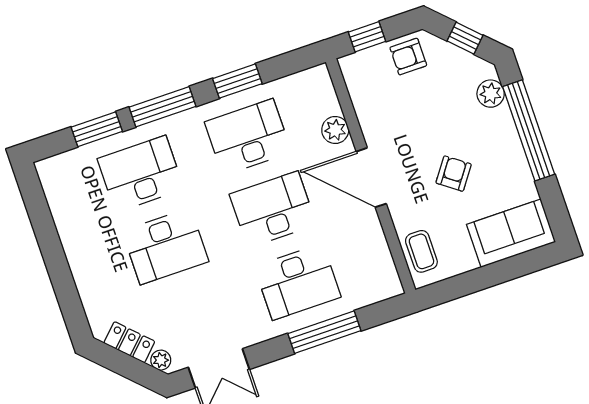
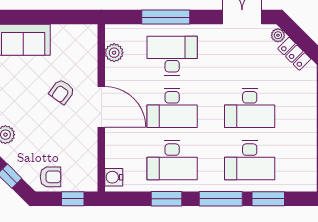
water cooler: (321, 86) -> (114, 177), added
plant: (335, 130) -> (114, 53), moved
armchair: (454, 174) -> (62, 92), moved
desk: (165, 246) -> (250, 108), turned 180
coffee table: (421, 251) -> (85, 48), removed

